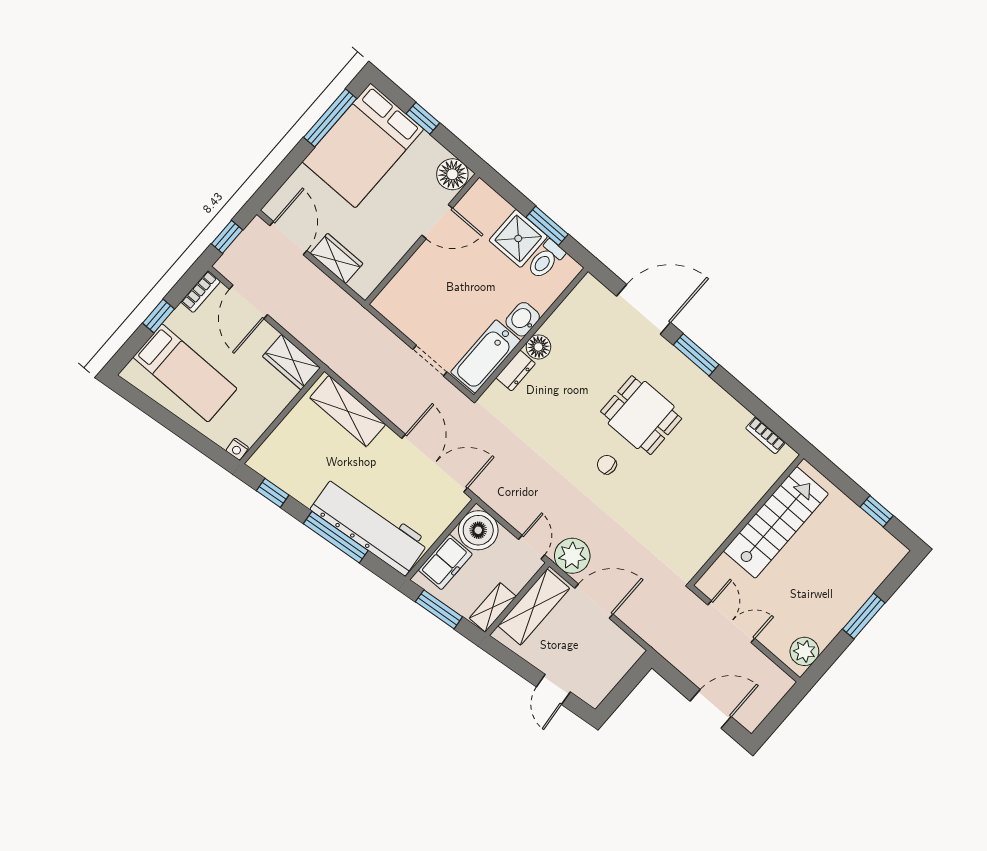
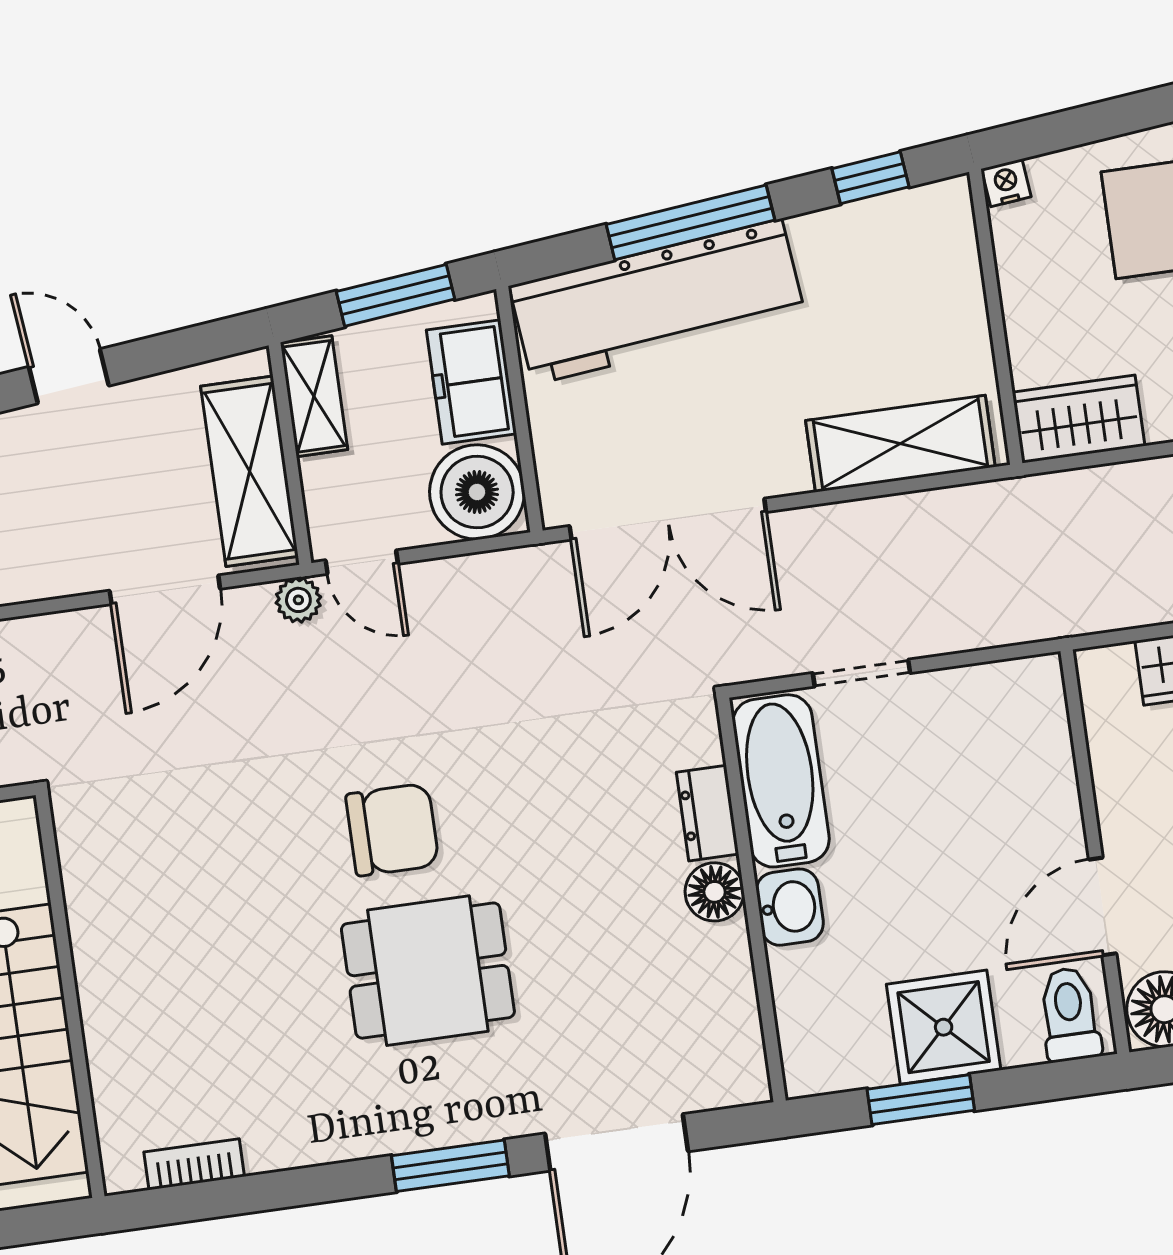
toilet: (546, 260) -> (1070, 1014), moved
chair: (607, 465) -> (392, 830), width x1.87, depth x1.87
plant: (572, 556) -> (298, 600), width x0.53, depth x0.53

